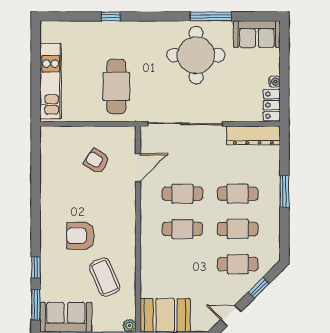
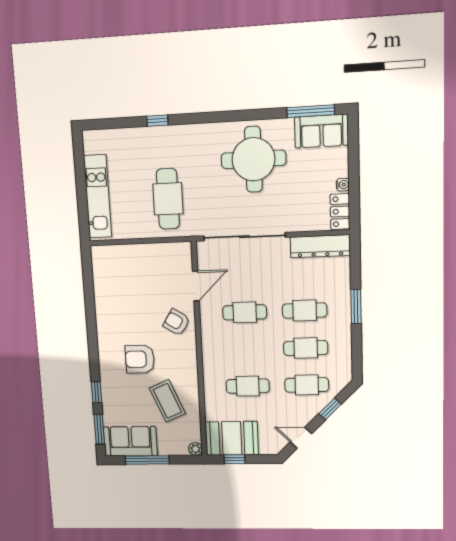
window: (211, 16) -> (311, 111), moved
armchair: (97, 161) -> (177, 322), moved
cafe table: (182, 229) -> (248, 386), moved

